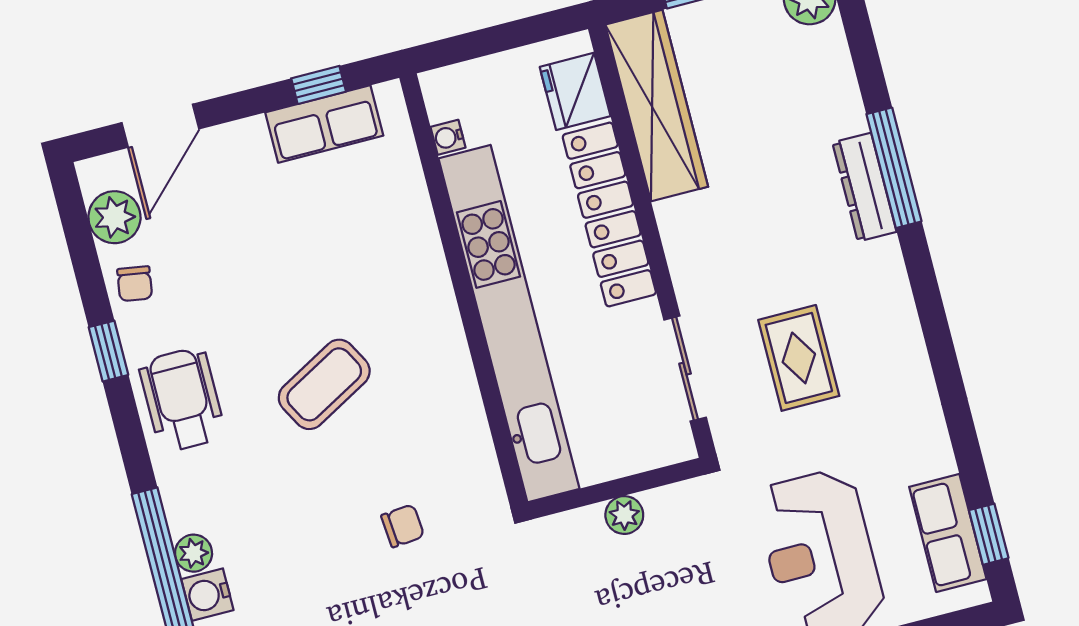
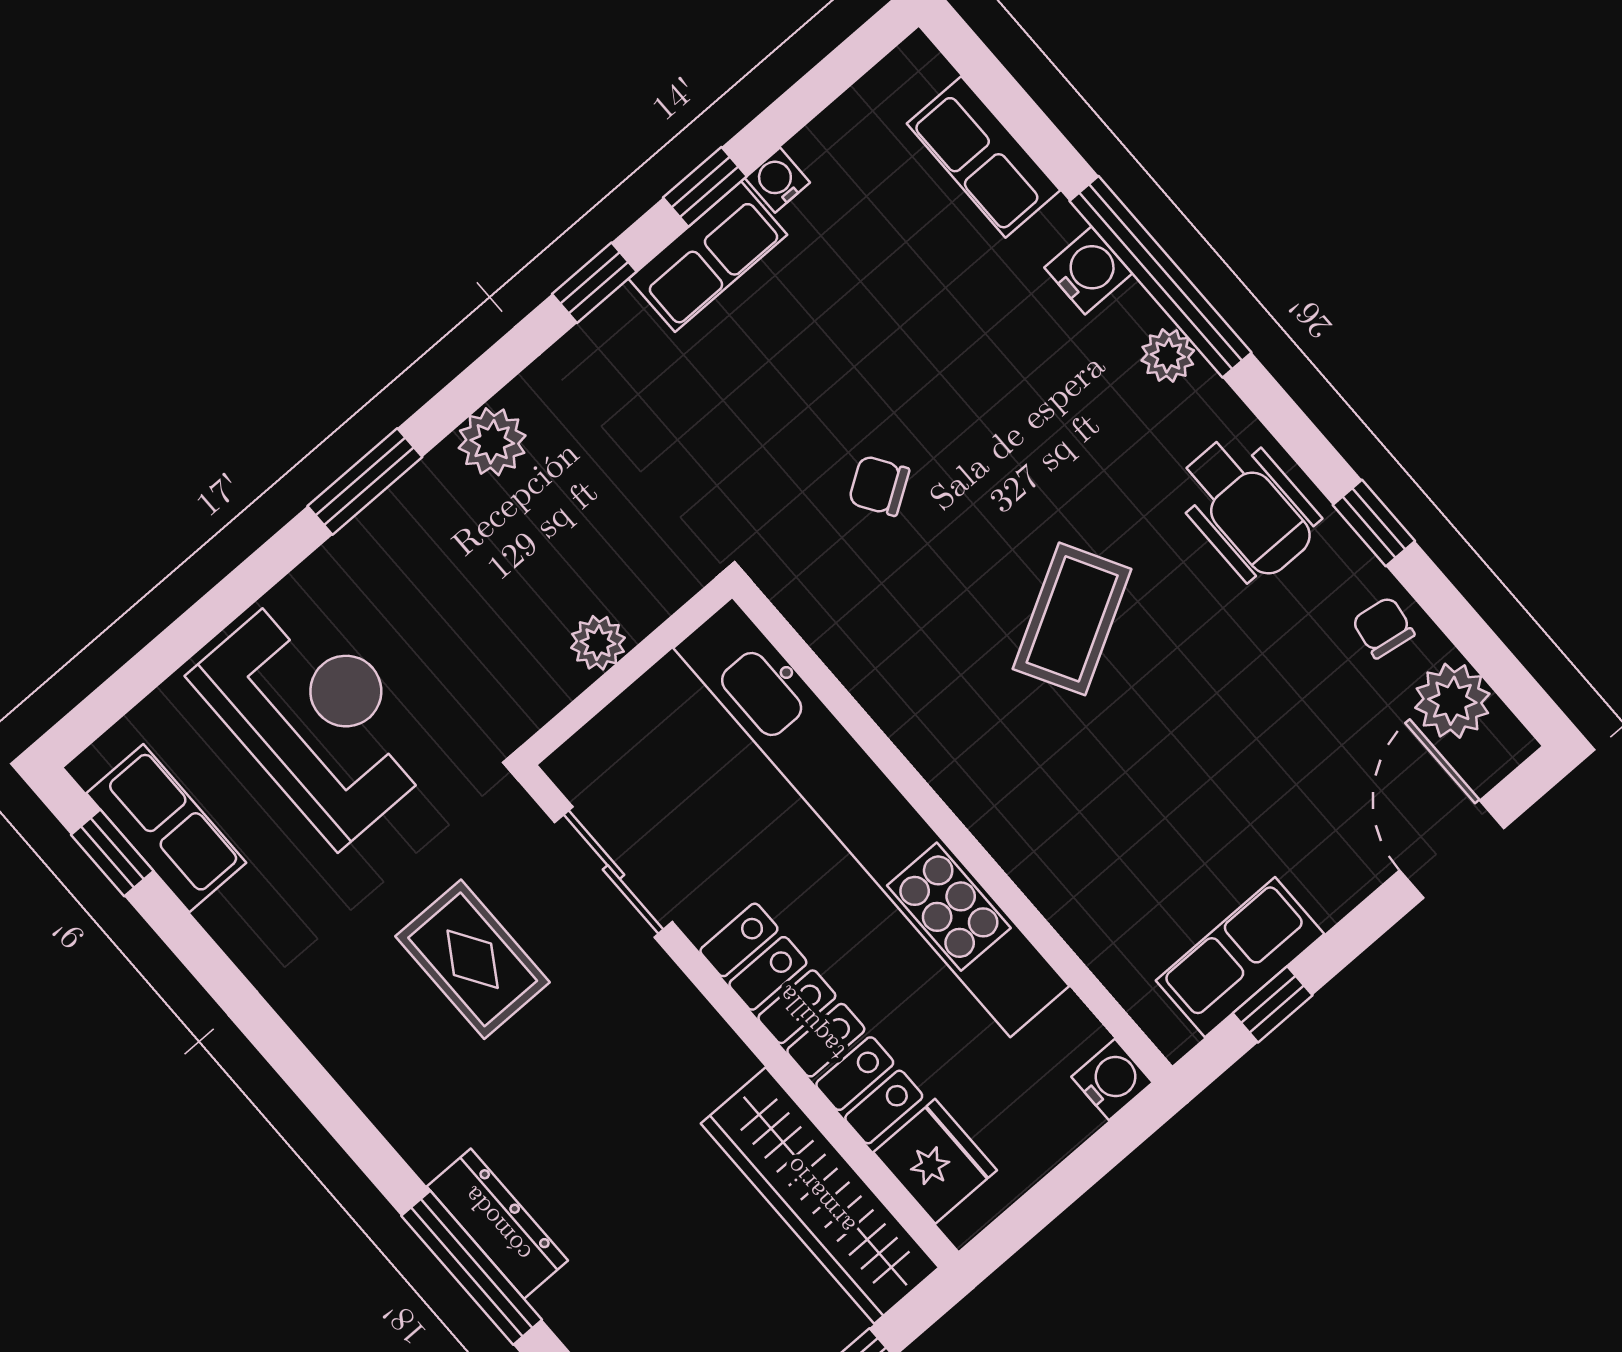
water cooler: (448, 137) -> (1112, 1080), moved, width x1.38, depth x1.38
chair: (403, 526) -> (879, 486), turned 62
plant: (194, 553) -> (1168, 356), moved

